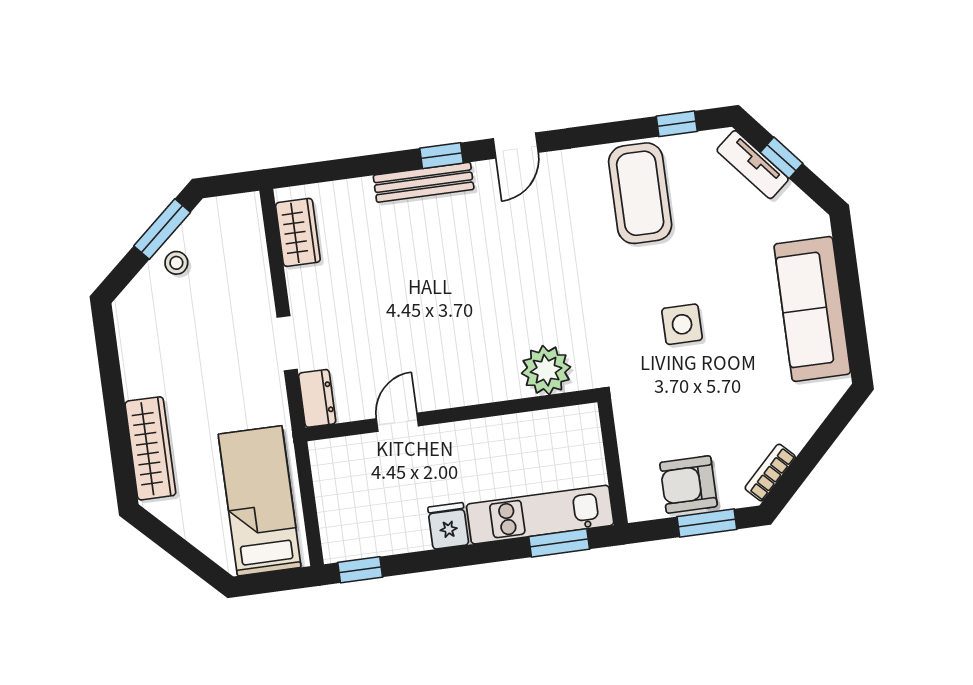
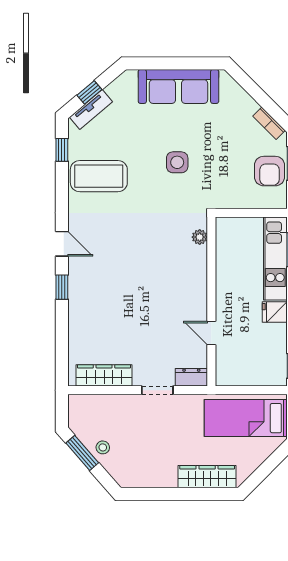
bench: (424, 182) -> (76, 299), removed
wardrobe: (298, 232) -> (104, 375), width x1.50
plant: (546, 370) -> (200, 237), width x0.53, depth x0.53

